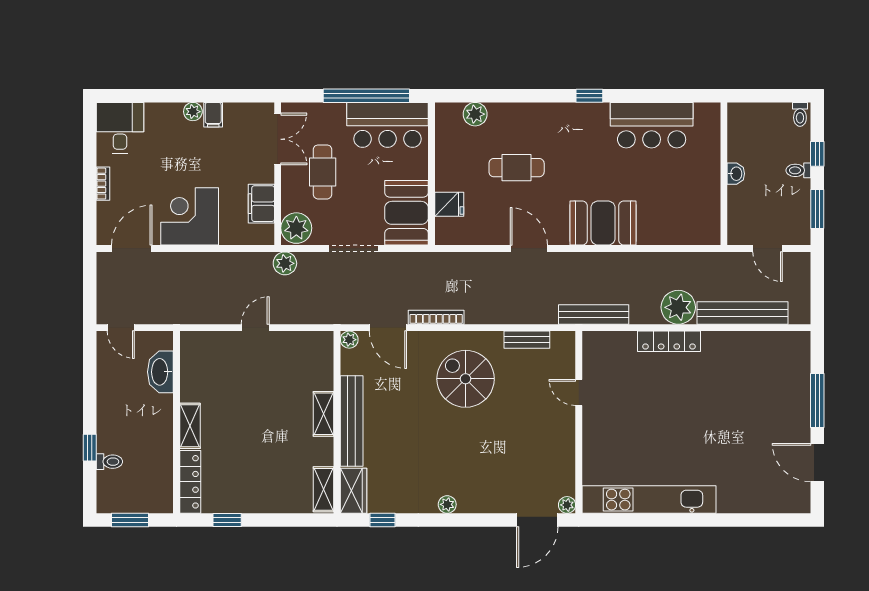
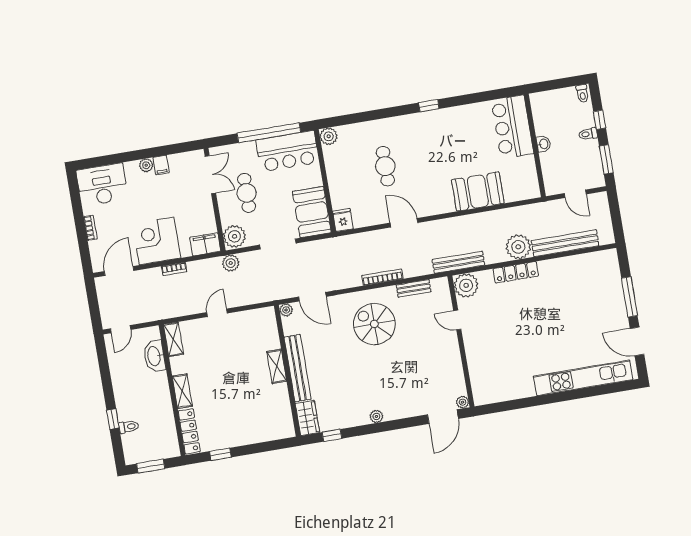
plant: (475, 114) -> (329, 136), moved
bar counter: (652, 125) -> (512, 127), moved, turned 90
desk: (120, 128) -> (102, 185), width x1.37
cafe table: (517, 168) -> (385, 166), turned 90
filing cabinet: (261, 204) -> (205, 244), moved, turned 90
fridge: (449, 204) -> (343, 220), moved, turned -90
booth: (603, 223) -> (478, 191), moved
bookcase: (207, 258) -> (174, 269), added
bookcase: (436, 317) -> (382, 277), moved
door: (121, 328) -> (121, 329), hinge flipped
plant: (599, 348) -> (466, 285), added
shelving: (324, 489) -> (173, 339), moved
kitchen unit: (649, 500) -> (583, 378), moved

